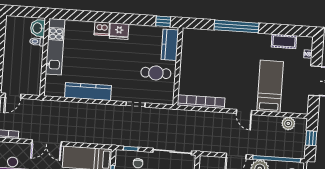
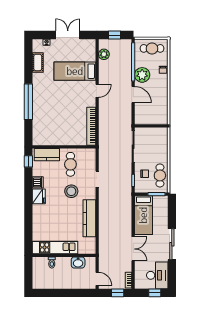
washbasin: (38, 28) -> (78, 263), moved
dishwasher: (102, 29) -> (38, 182), moved
stool: (123, 72) -> (71, 191), added

